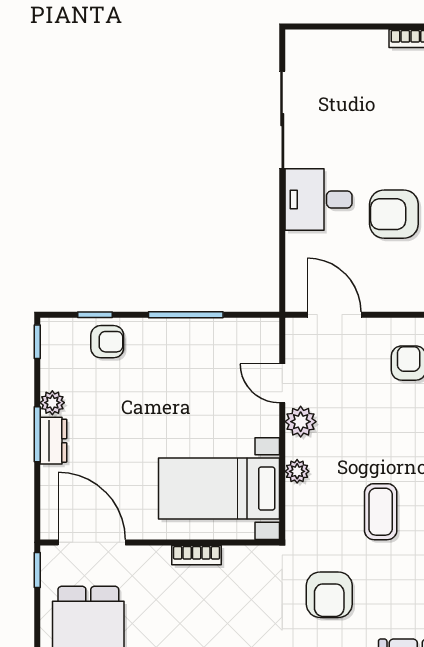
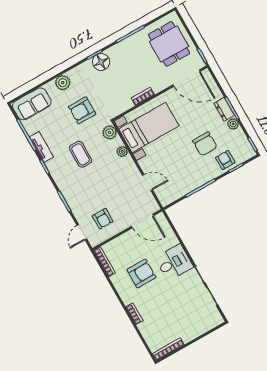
armchair: (107, 342) -> (225, 160), turned 89
chair: (129, 395) -> (205, 144), added
plant: (301, 422) -> (110, 132), moved
armchair: (329, 595) -> (82, 110), turned -90

